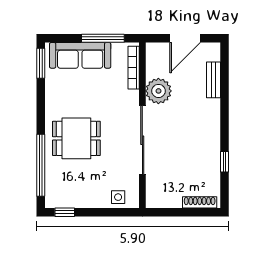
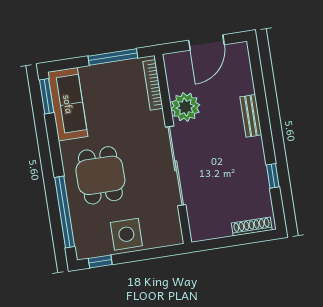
sofa: (80, 55) -> (68, 104), moved, turned -90
bench: (214, 80) -> (251, 116), moved
dining table: (76, 138) -> (100, 175), turned 90
side table: (118, 197) -> (126, 234), moved, width x1.87, depth x1.87

